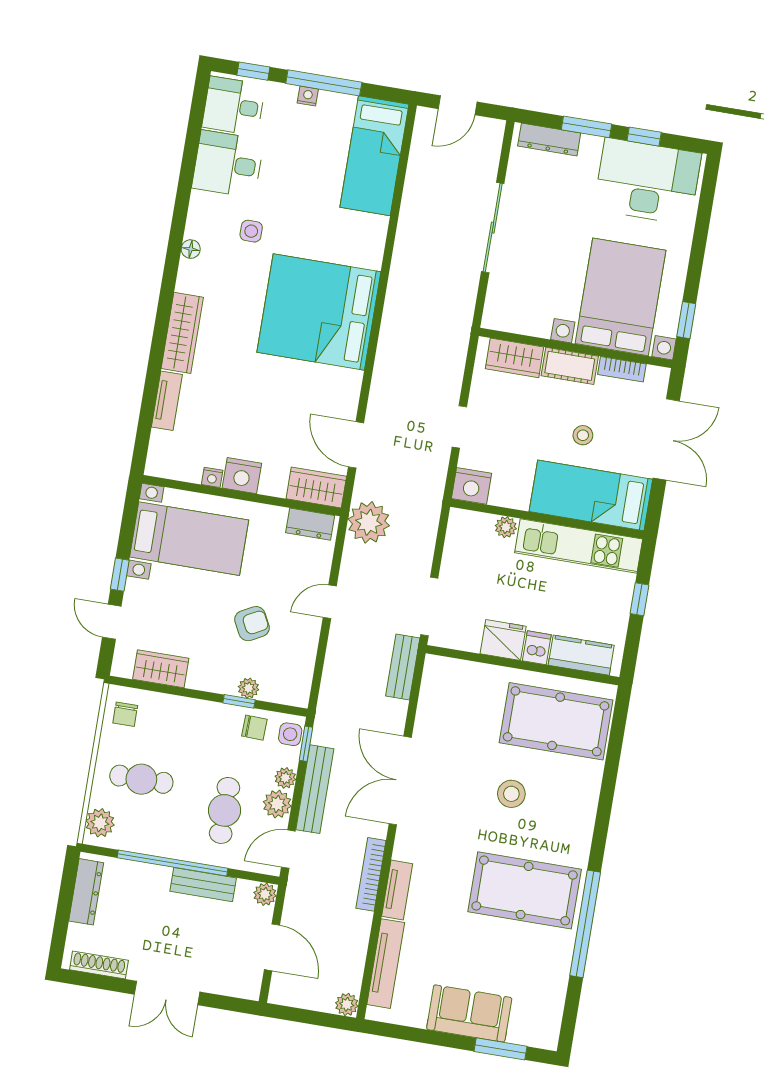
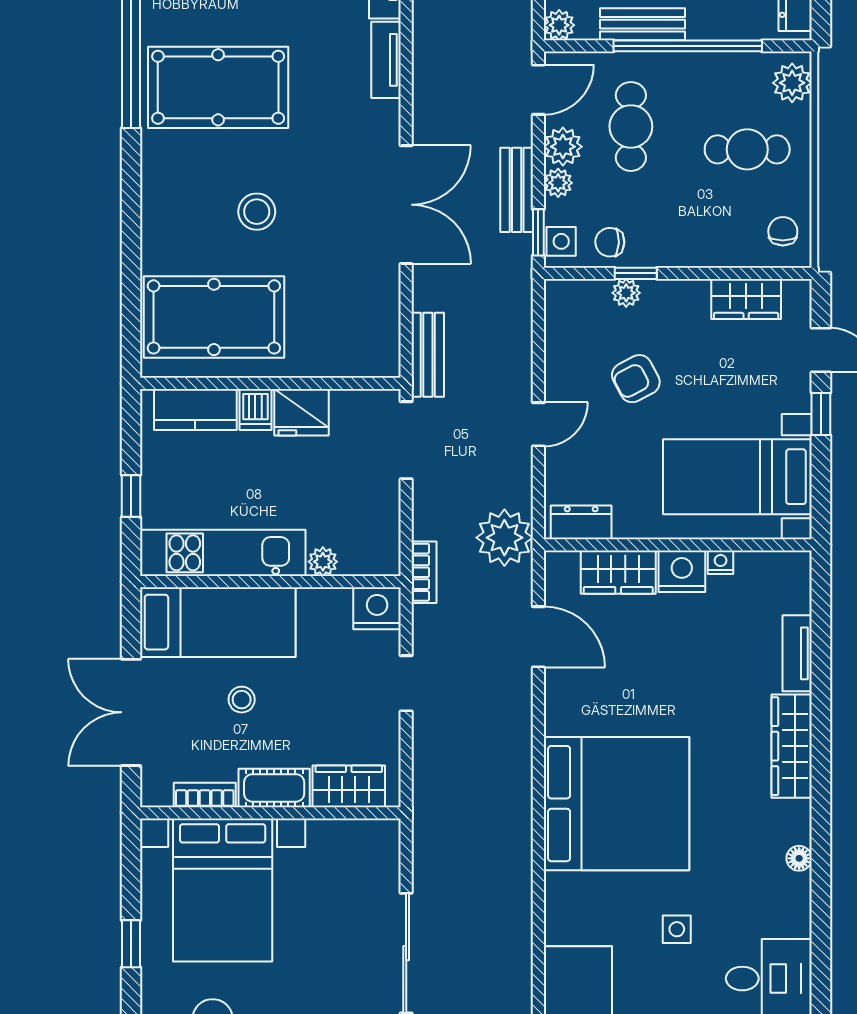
side table: (251, 231) -> (677, 929), moved
window: (686, 320) -> (131, 944), moved
wardrobe: (316, 487) -> (618, 572), moved
bench: (315, 789) -> (517, 190), width x0.73
bookcase: (371, 874) -> (424, 572), moved, width x0.64

